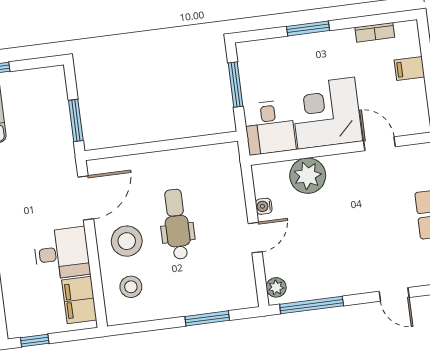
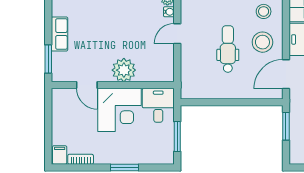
filing cabinet: (409, 68) -> (60, 155), moved, turned -90
plant: (308, 176) -> (124, 70), moved
water cooler: (264, 206) -> (169, 12), moved
dental chair: (177, 224) -> (228, 49), turned 180

